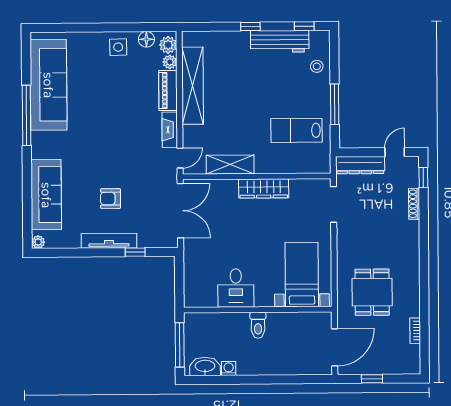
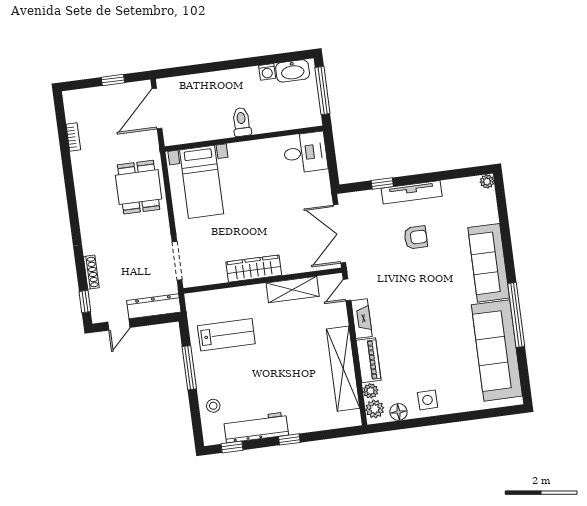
sofa: (46, 195) -> (489, 263), moved
desk: (236, 288) -> (305, 153), moved, turned 90
dining table: (372, 292) -> (139, 187), moved

